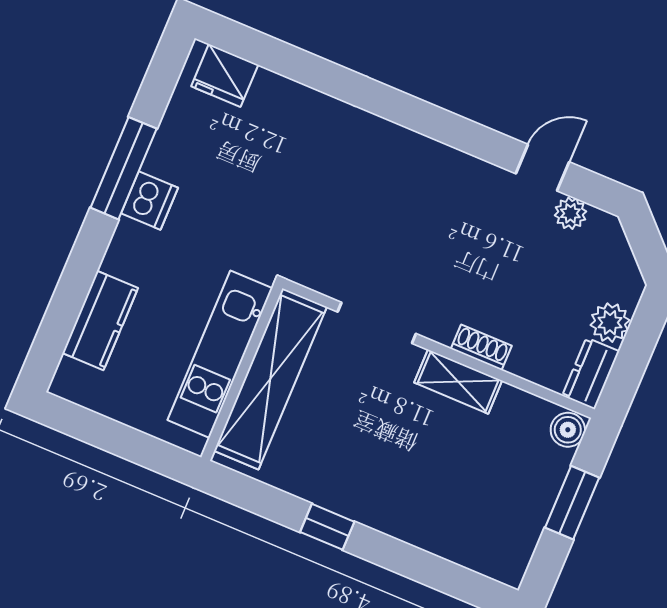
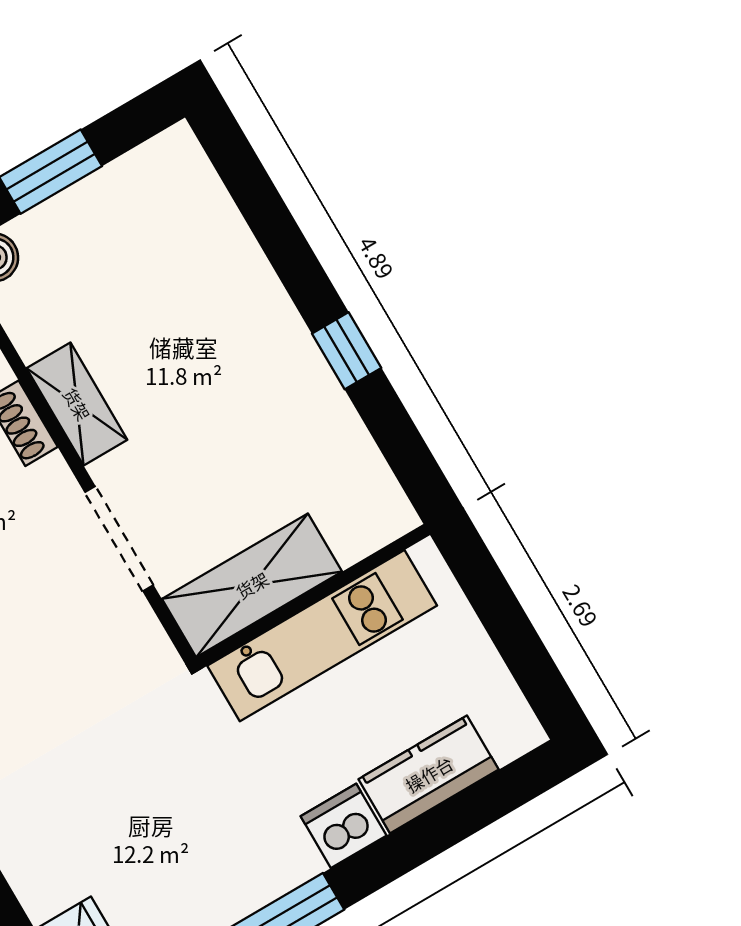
dishwasher: (150, 201) -> (344, 826), moved
shelving: (270, 379) -> (252, 585), width x0.68

